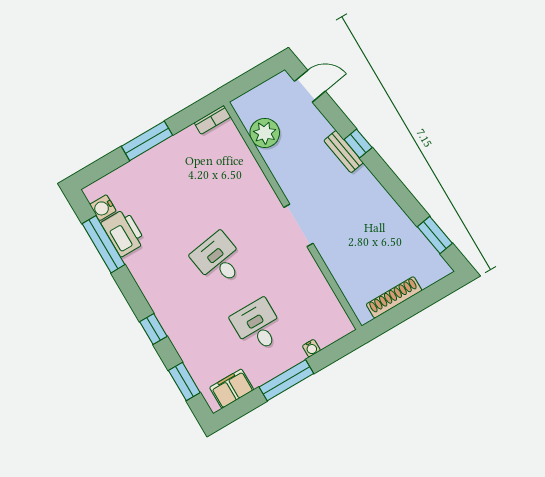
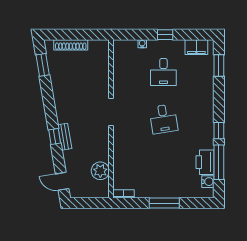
shoe rack: (394, 297) -> (71, 45), moved
window: (153, 329) -> (219, 131), moved
window: (286, 380) -> (165, 35), width x0.46

